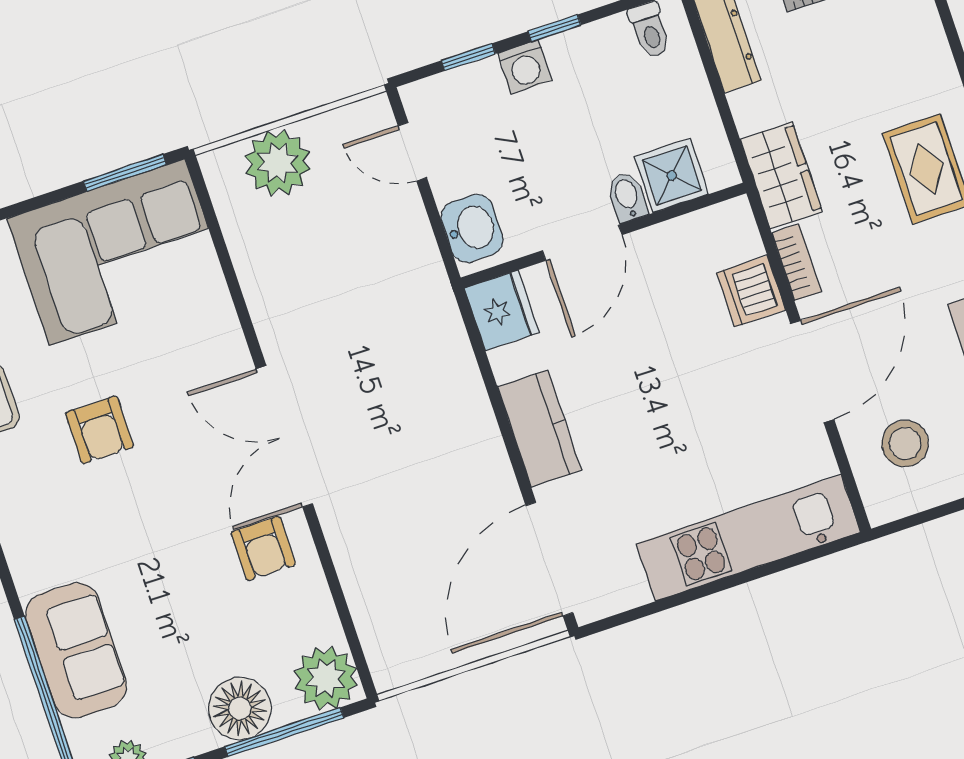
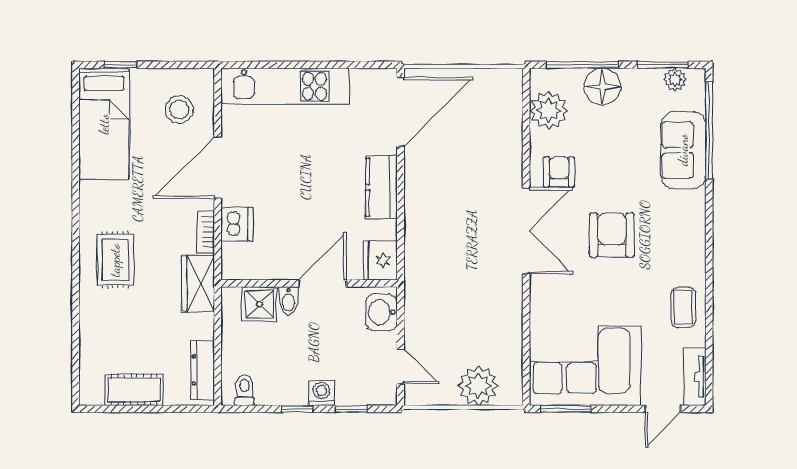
armchair: (100, 430) -> (612, 235), moved, width x1.38, depth x1.38
plant: (326, 678) -> (549, 110), moved

